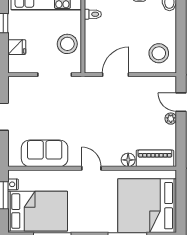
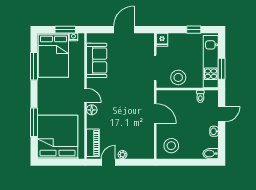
fridge: (17, 47) -> (162, 40), moved
door: (181, 102) -> (108, 162), moved
floor lamp: (128, 160) -> (92, 110), moved
door: (91, 168) -> (85, 95), hinge flipped

